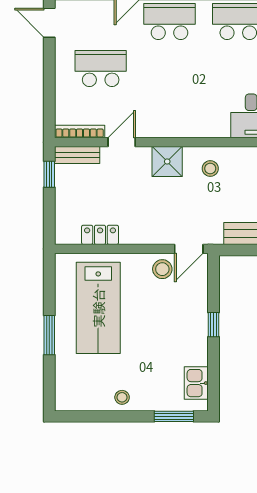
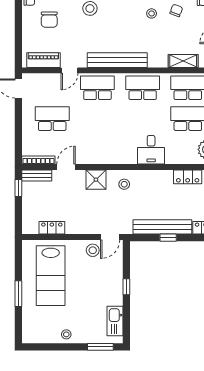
kitchen sink: (196, 383) -> (115, 321), width x1.38

